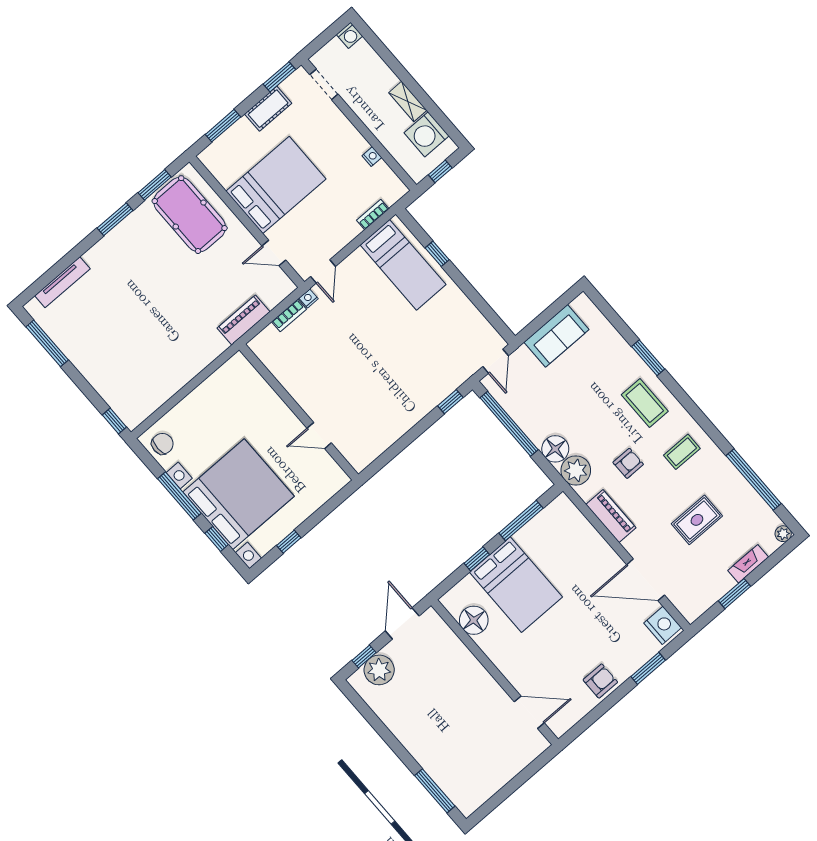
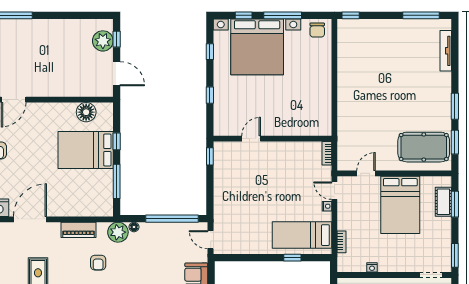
cot: (268, 109) -> (443, 202), moved
nightstand: (309, 298) -> (327, 206), moved
piano: (244, 320) -> (345, 128), removed
window: (450, 402) -> (210, 156), moved
wall: (299, 412) -> (272, 139), moved
door: (319, 436) -> (251, 139), moved
floor lamp: (555, 449) -> (134, 227), width x0.53, depth x0.53
window: (337, 500) -> (210, 95), added

